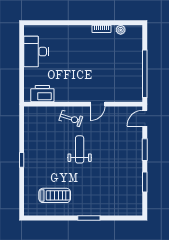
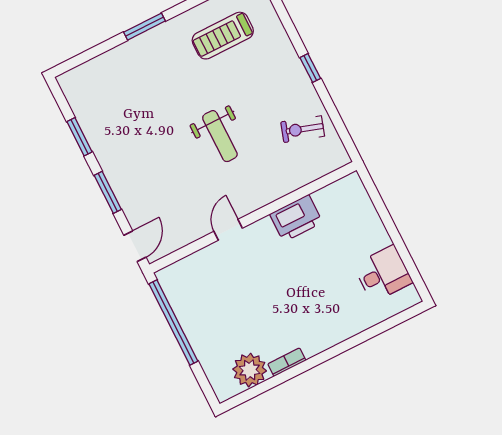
plant: (121, 30) -> (250, 370), width x1.88, depth x1.88
desk: (36, 52) -> (383, 274), width x0.73
printer: (42, 94) -> (296, 218), moved
exercise bike: (71, 118) -> (303, 129), moved

